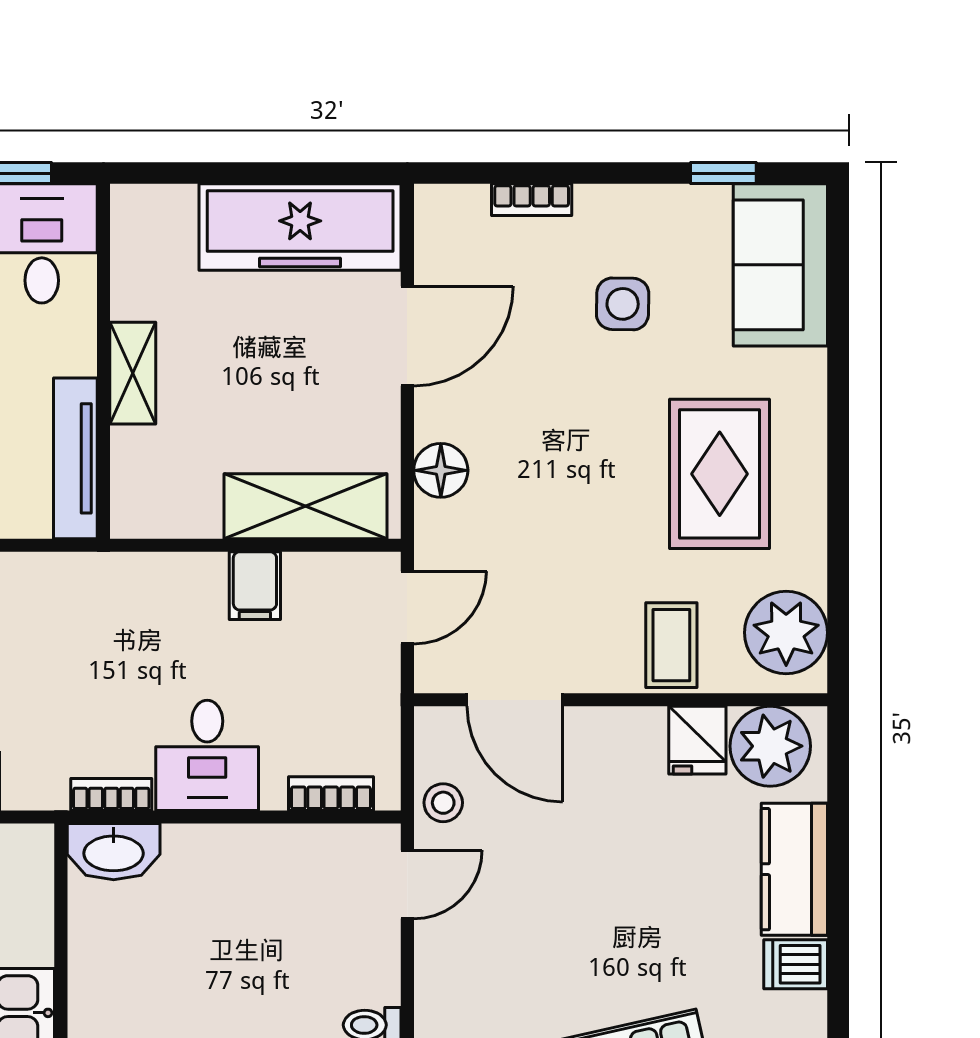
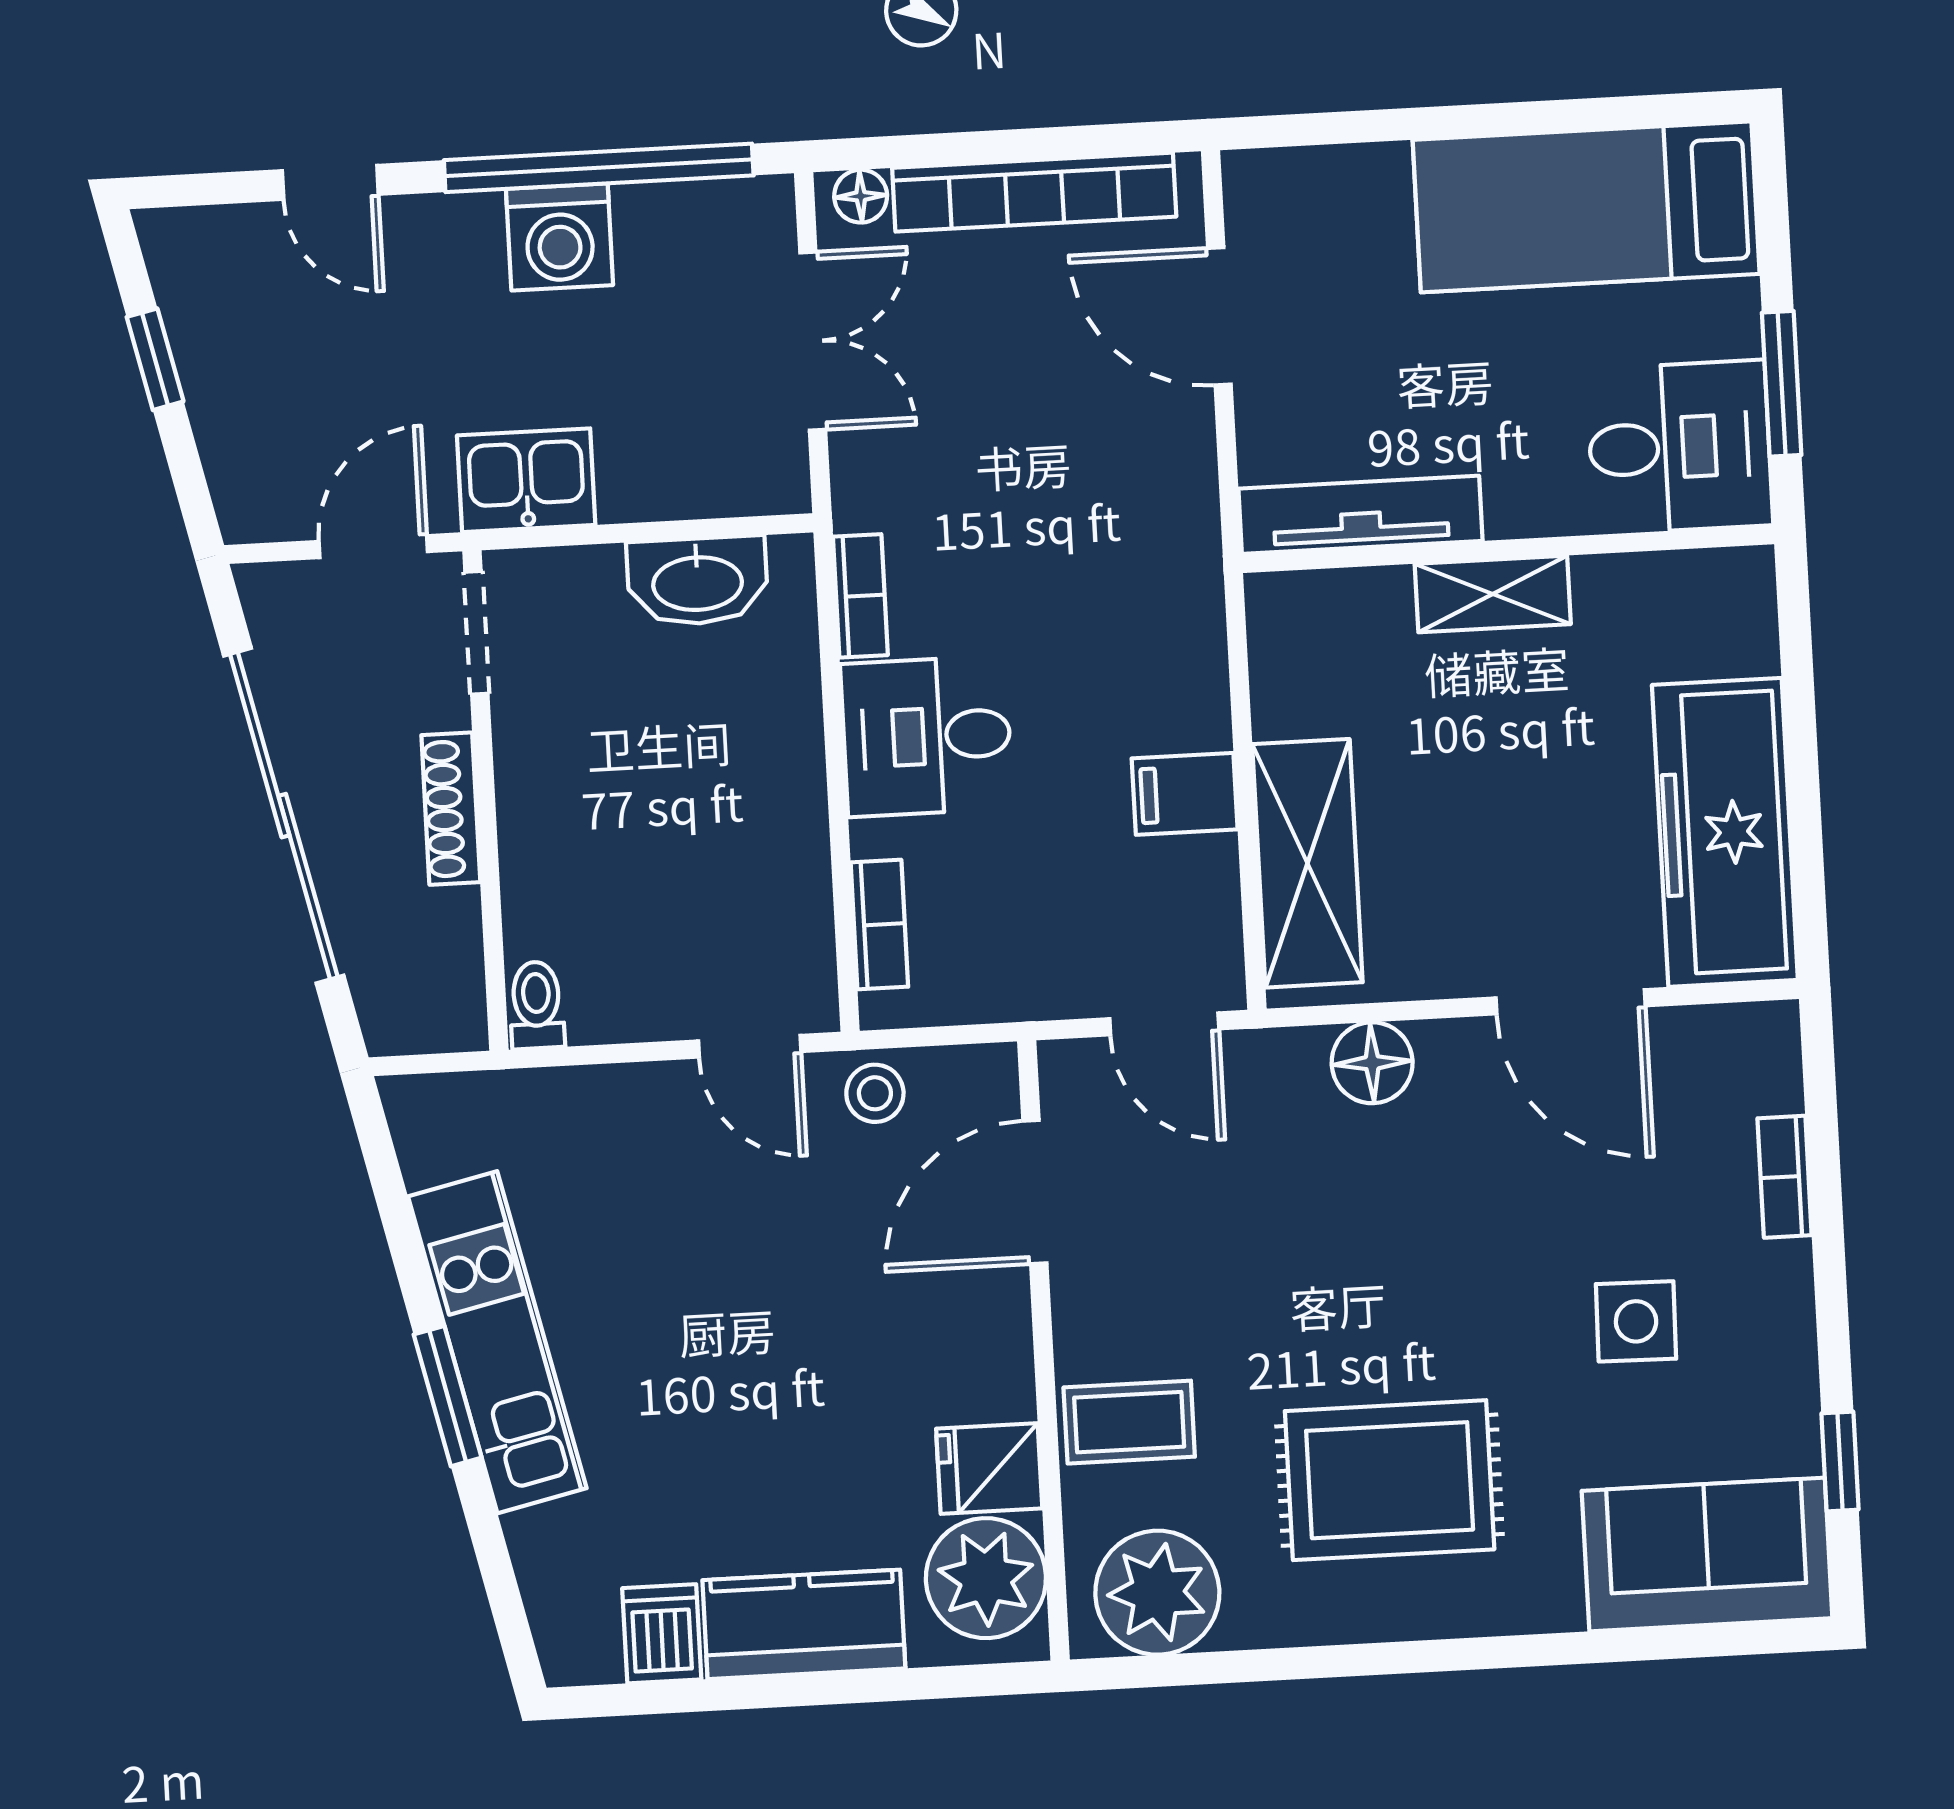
washbasin: (114, 852) -> (697, 581), moved, turned -90

